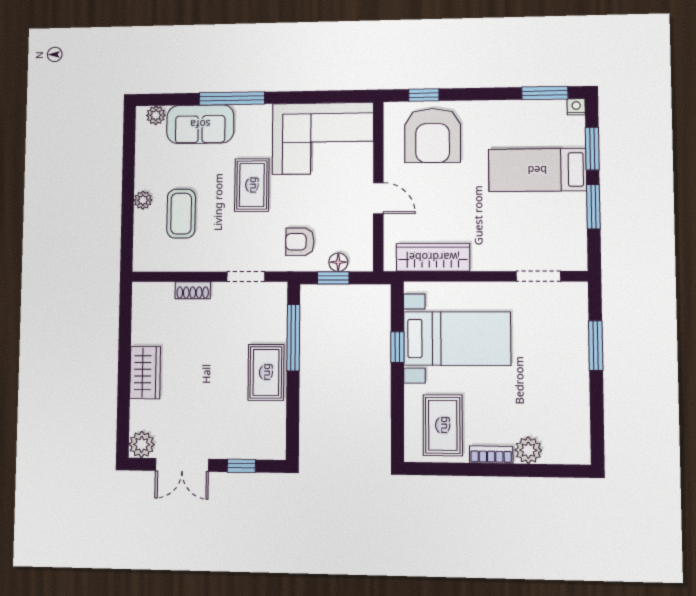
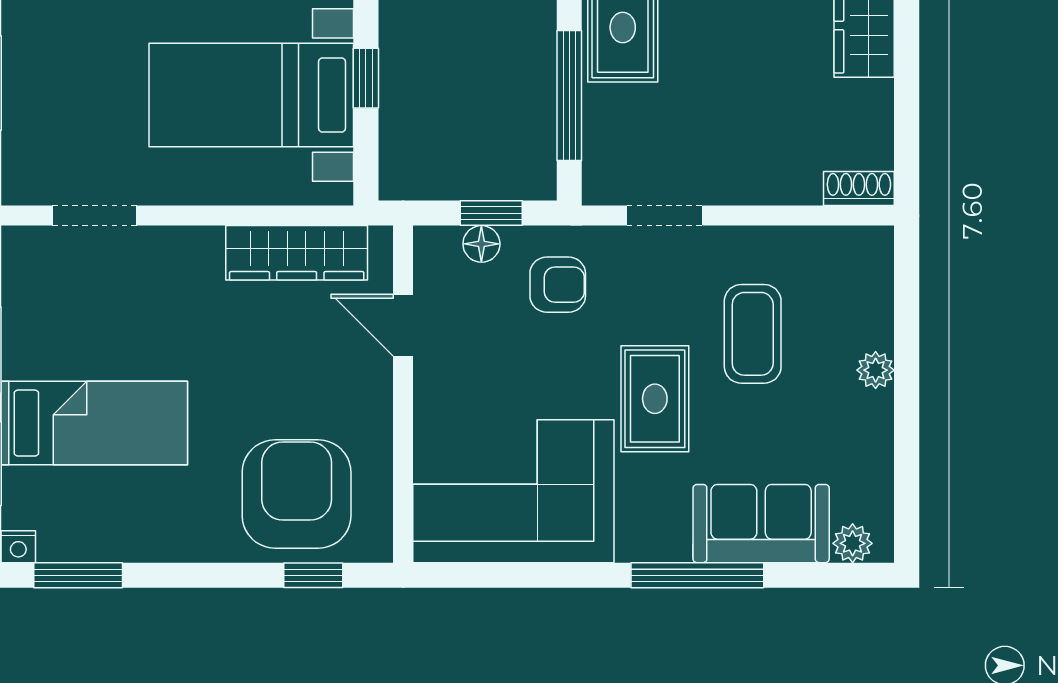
door: (378, 198) -> (403, 325), moved
coffee table: (181, 214) -> (753, 334), moved
shoe rack: (193, 290) -> (859, 189), moved

